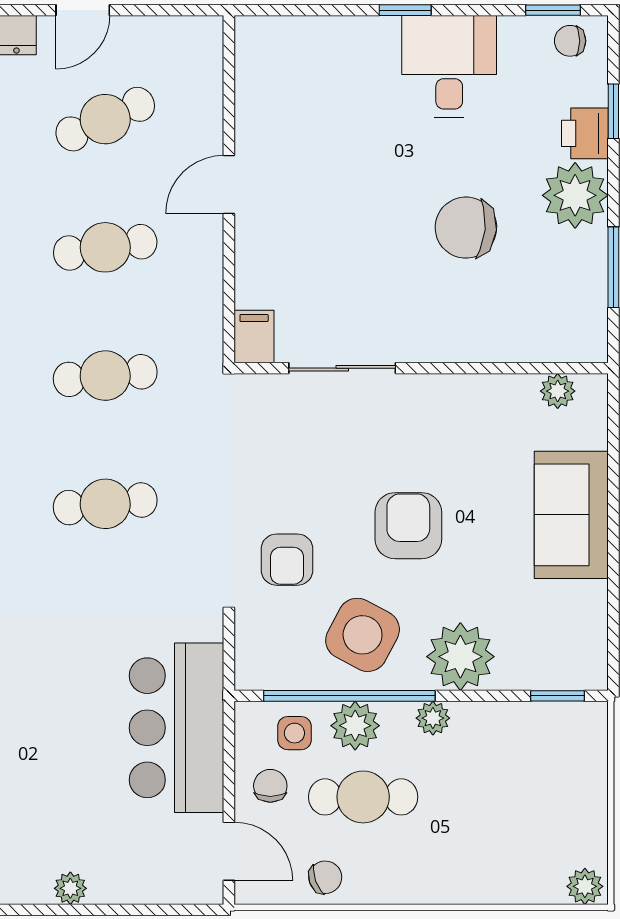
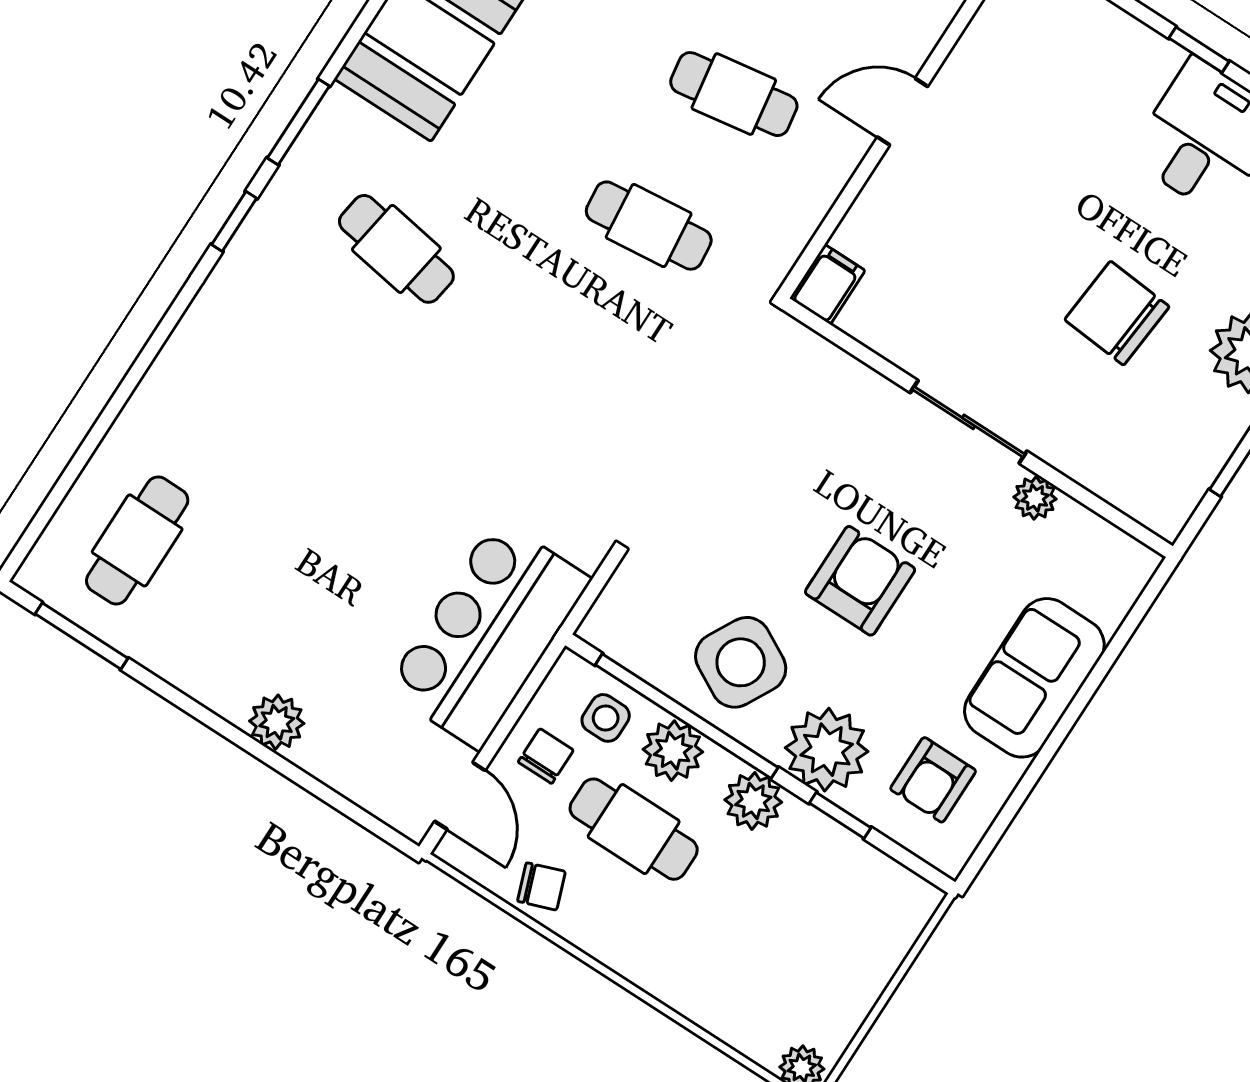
sliding door: (342, 368) -> (969, 422), moved
plant: (558, 391) -> (1035, 498), moved
cafe table: (105, 504) -> (564, 357), removed
armchair: (287, 560) -> (933, 780), moved
window: (558, 696) -> (840, 815), moved
plant: (433, 718) -> (753, 801), width x1.38, depth x1.38
plant: (70, 888) -> (277, 722), width x1.38, depth x1.38

